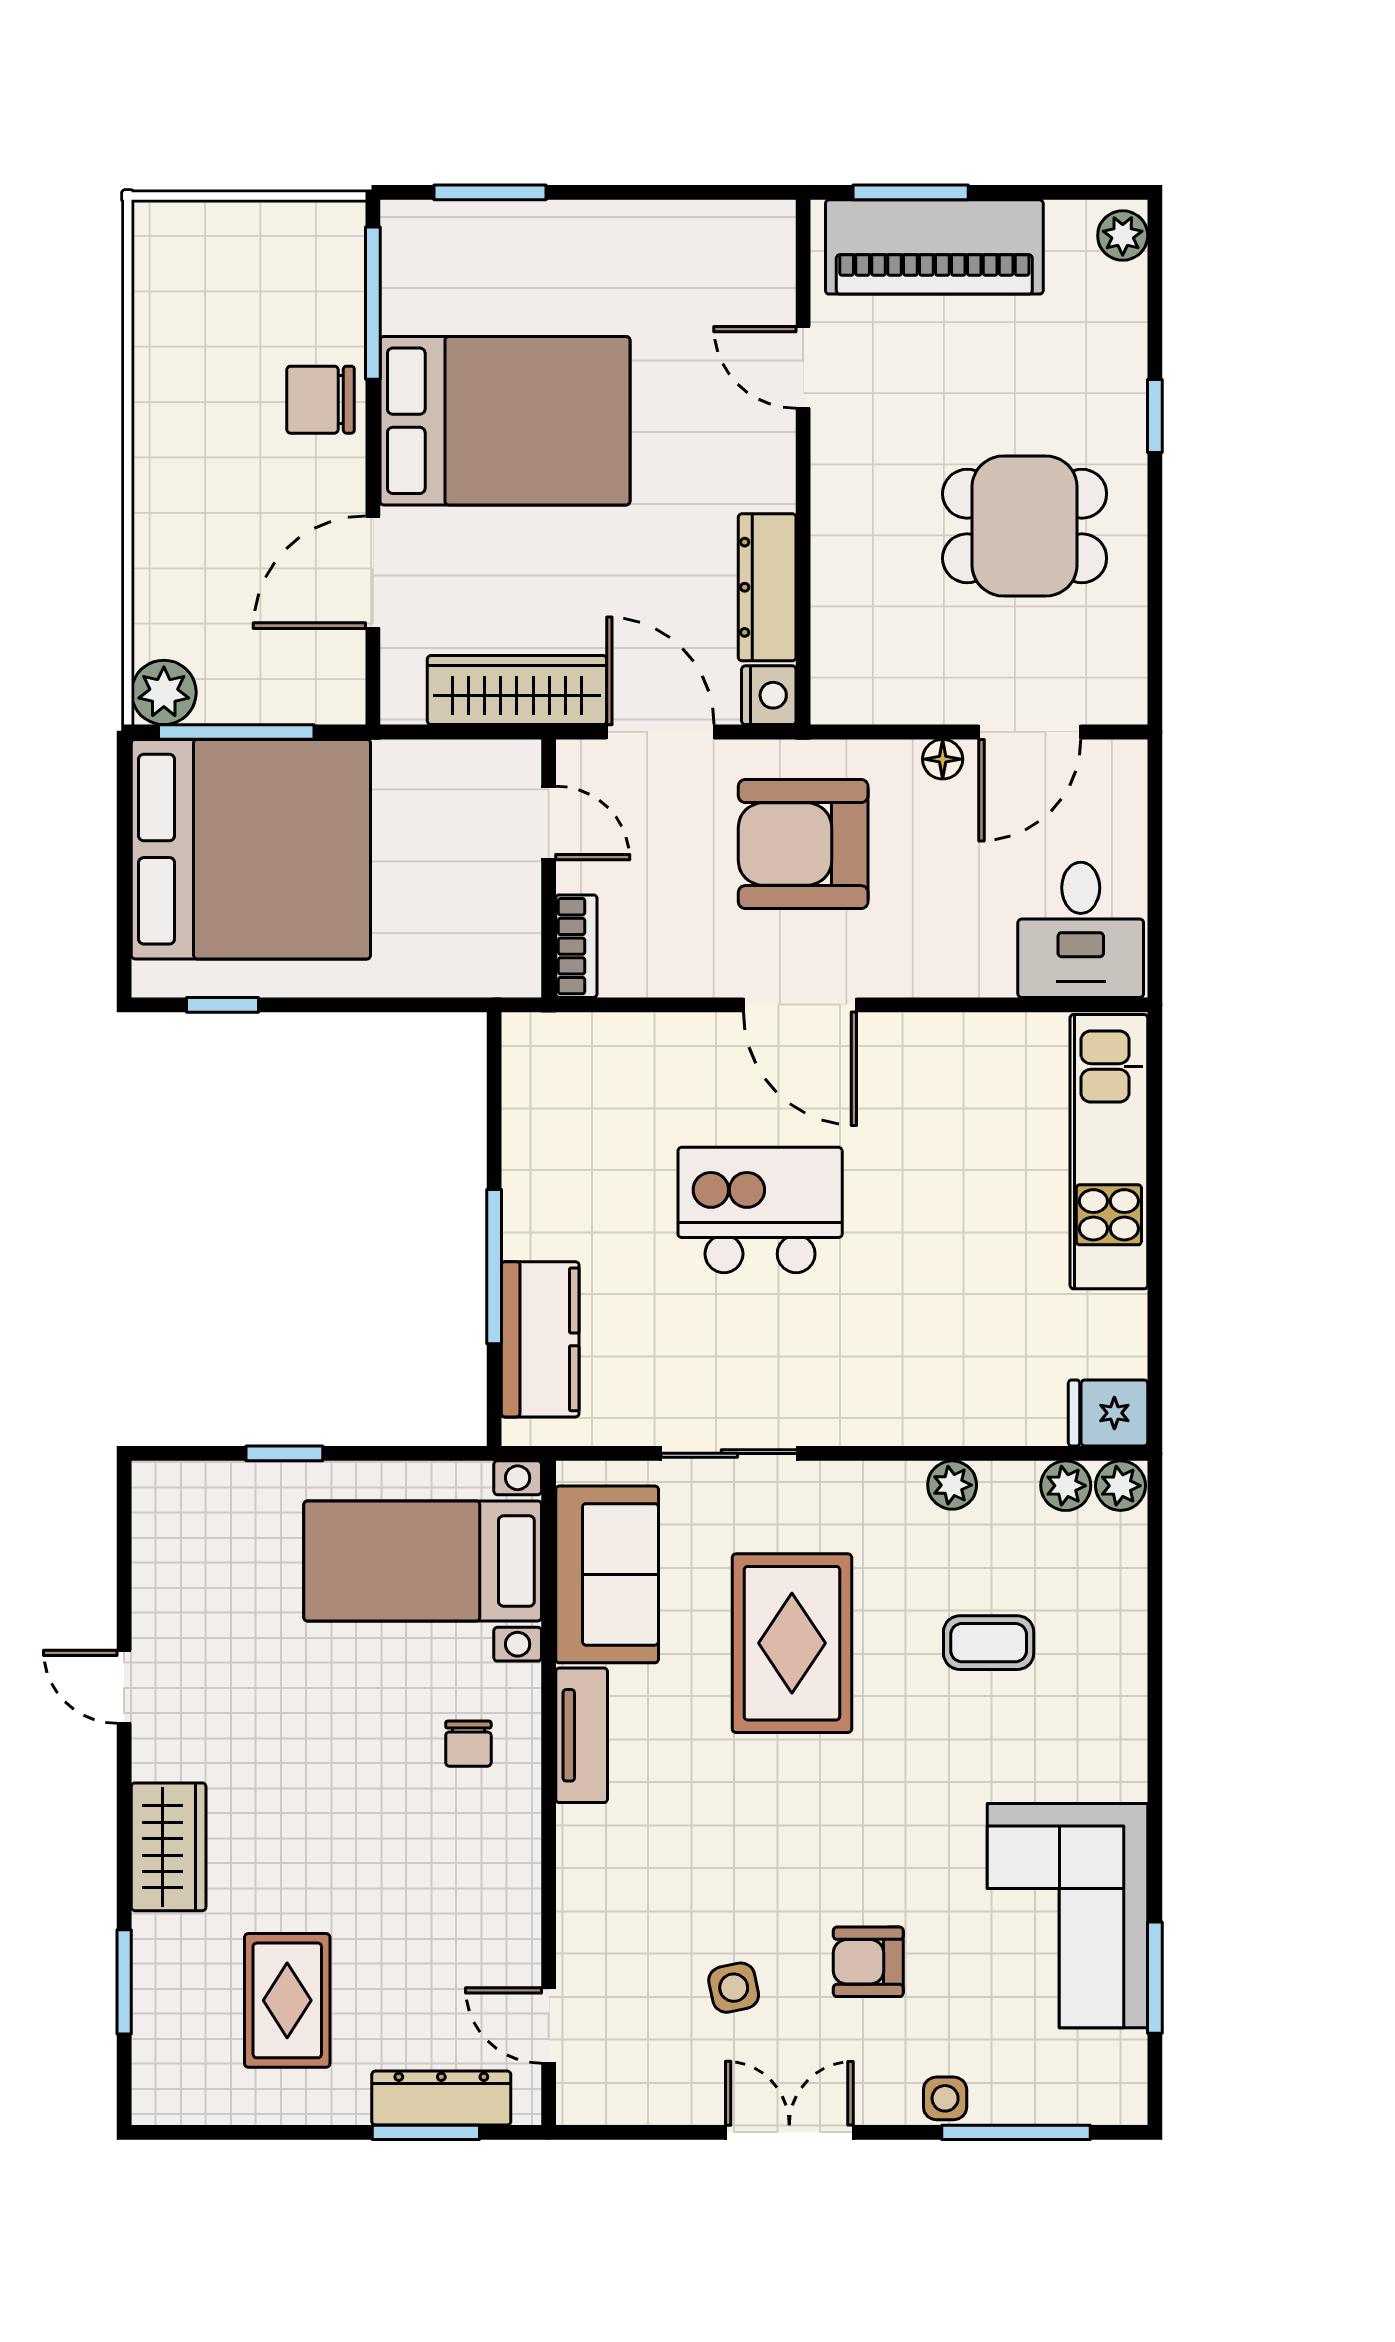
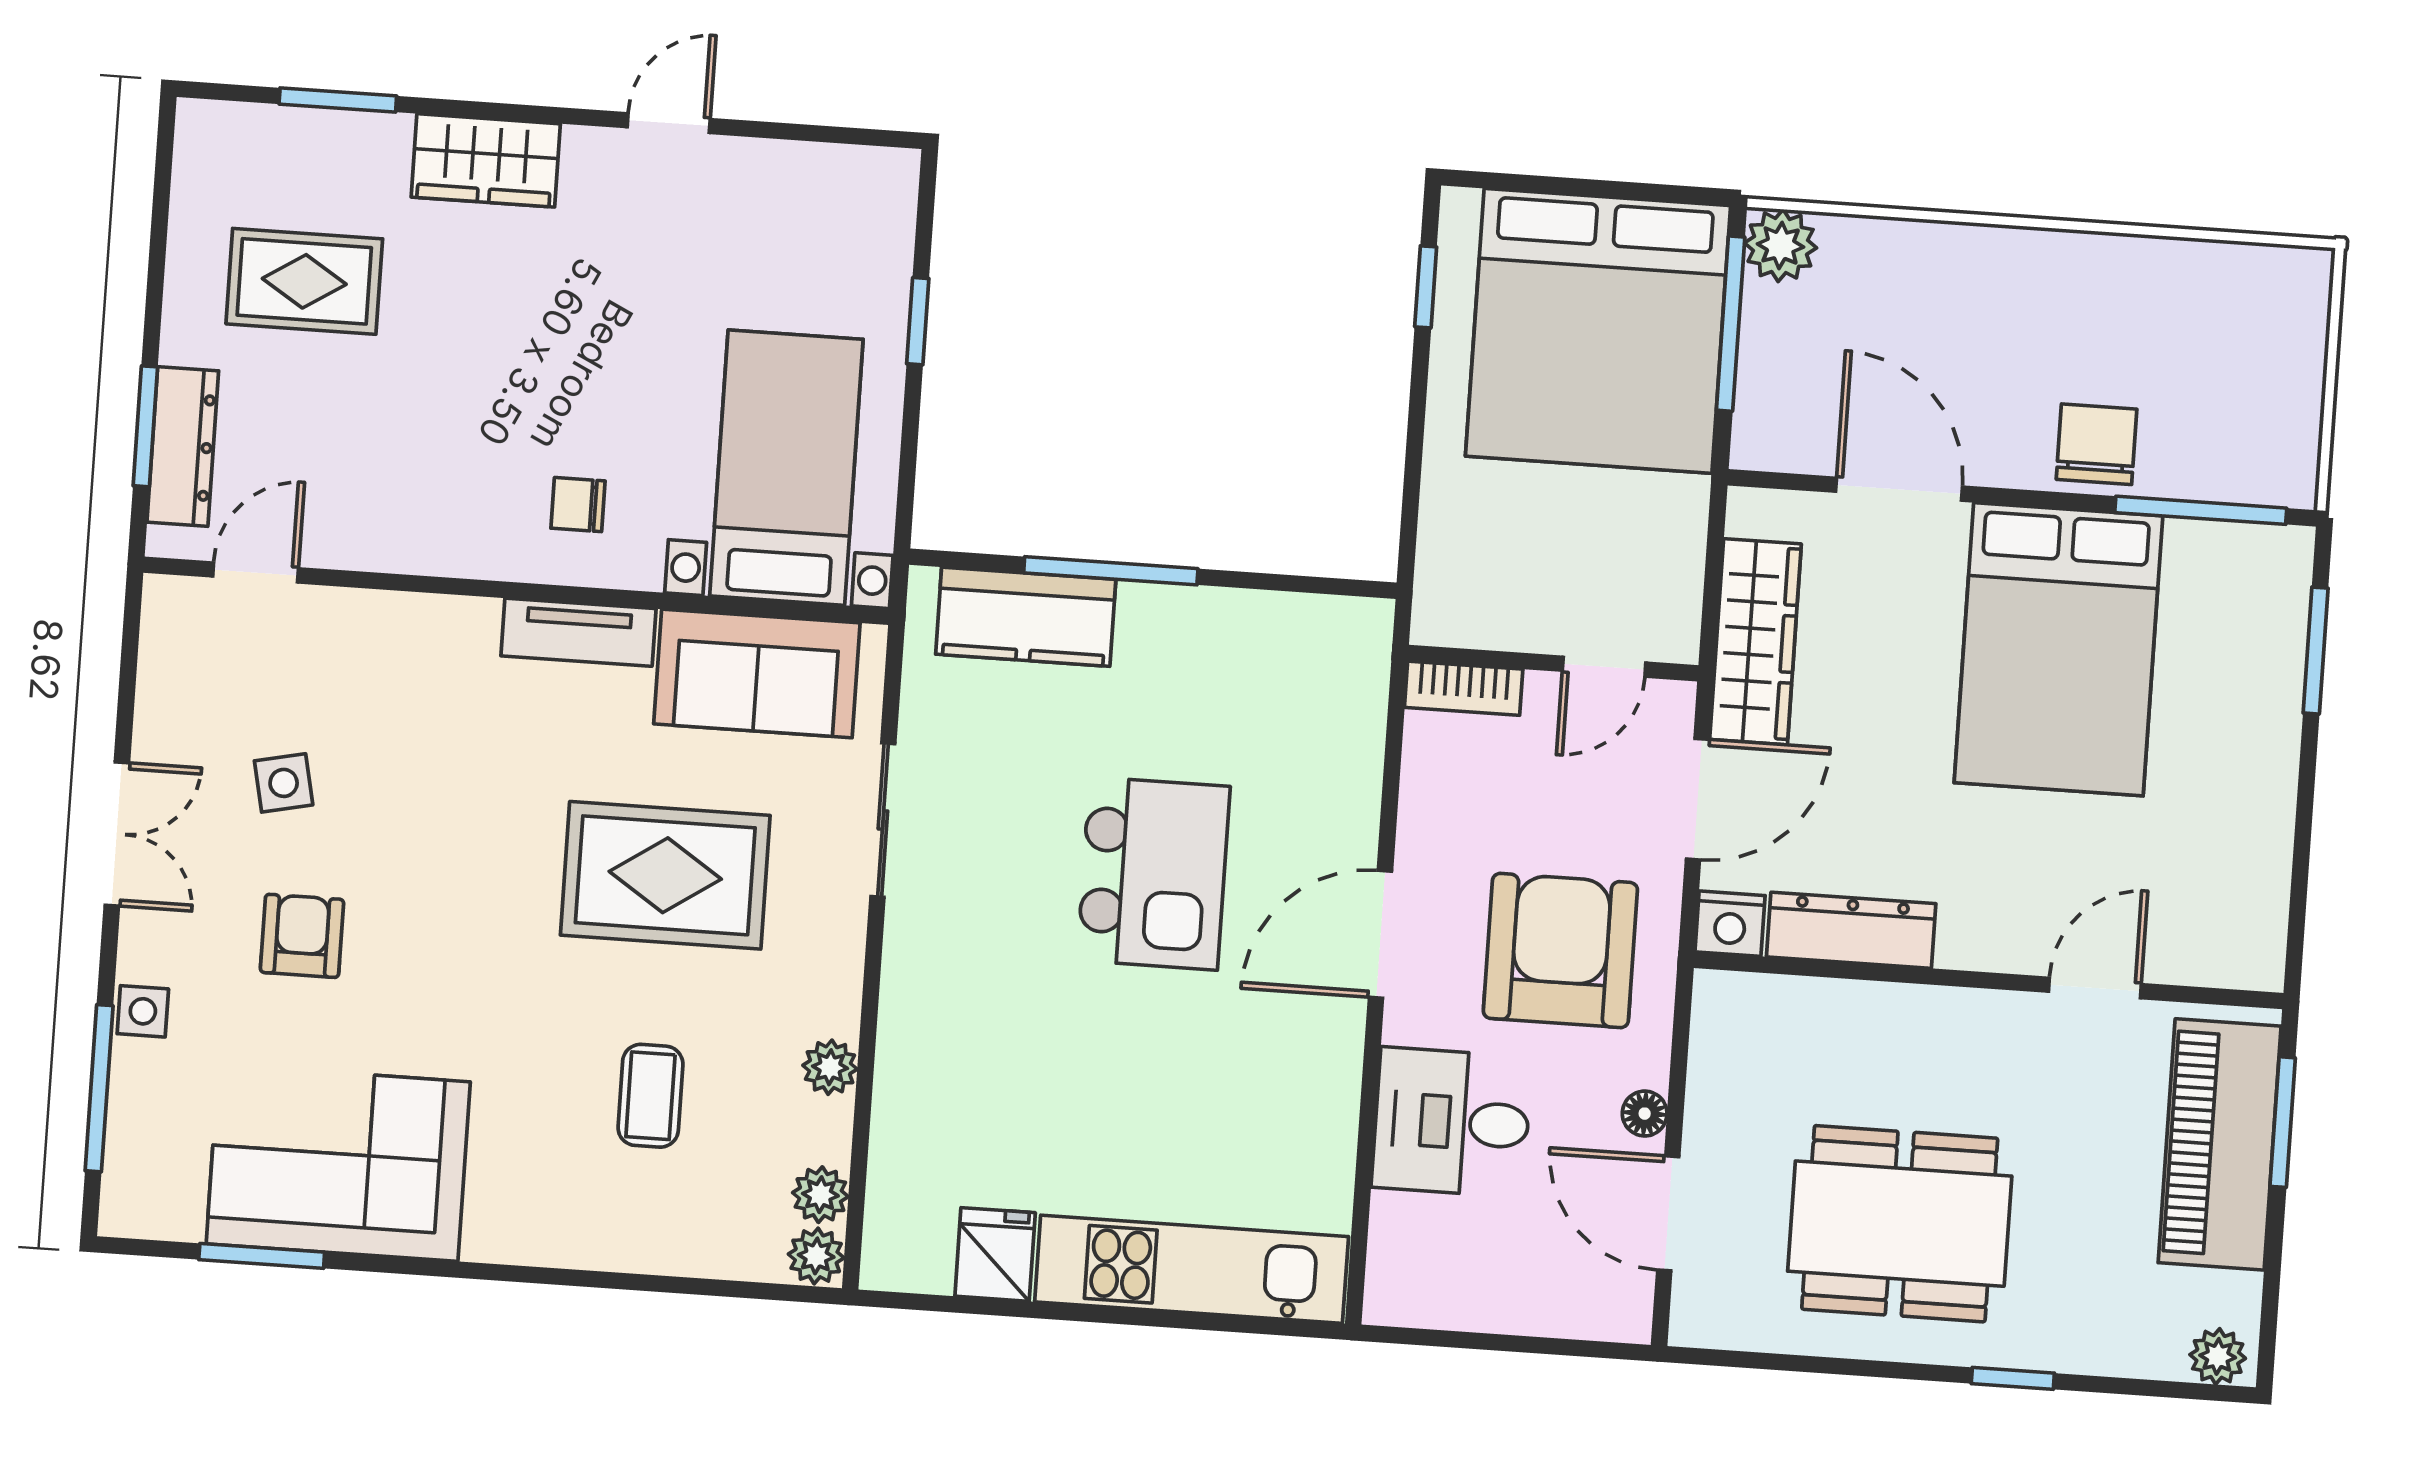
dining table: (1025, 526) -> (1900, 1224), width x1.38
desk: (1081, 930) -> (1452, 1122), moved
fridge: (1108, 1413) -> (995, 1254), moved

